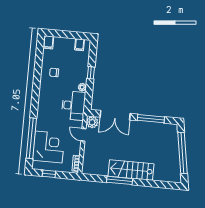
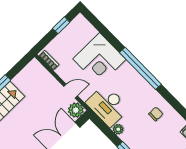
window: (31, 138) -> (140, 68), moved
corner desk: (49, 147) -> (99, 59), moved

